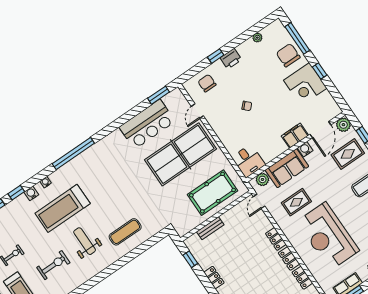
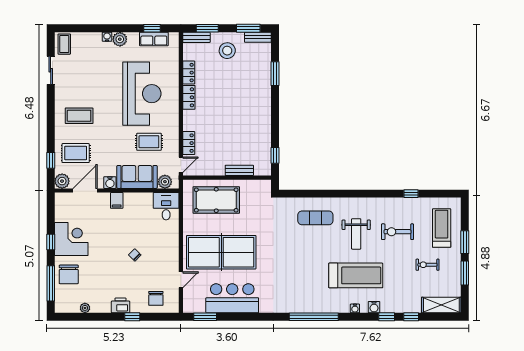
filing cabinet: (295, 136) -> (117, 200), width x0.50
locker: (276, 239) -> (189, 143), moved
locker: (214, 278) -> (265, 125), removed

